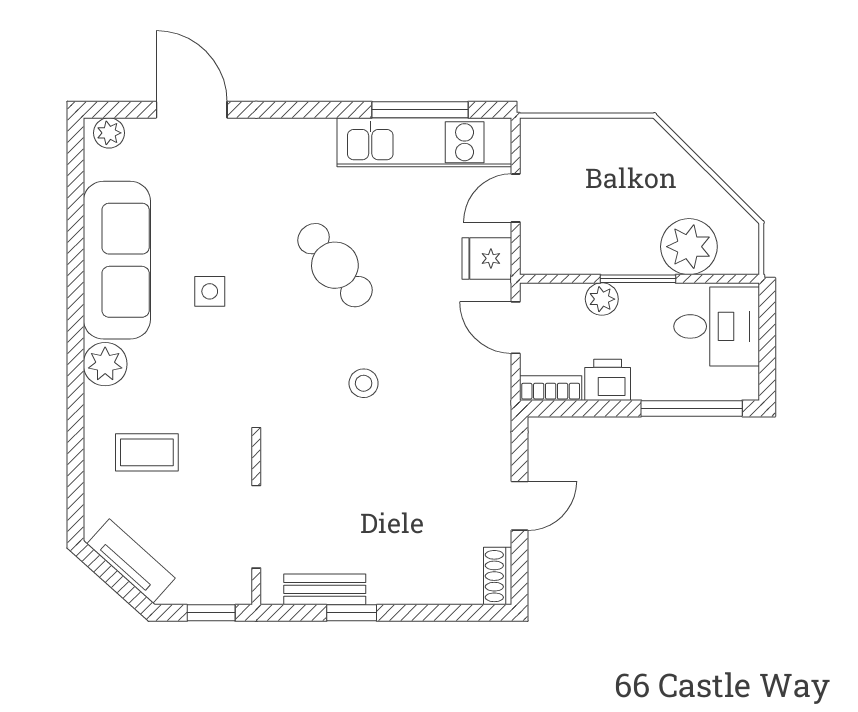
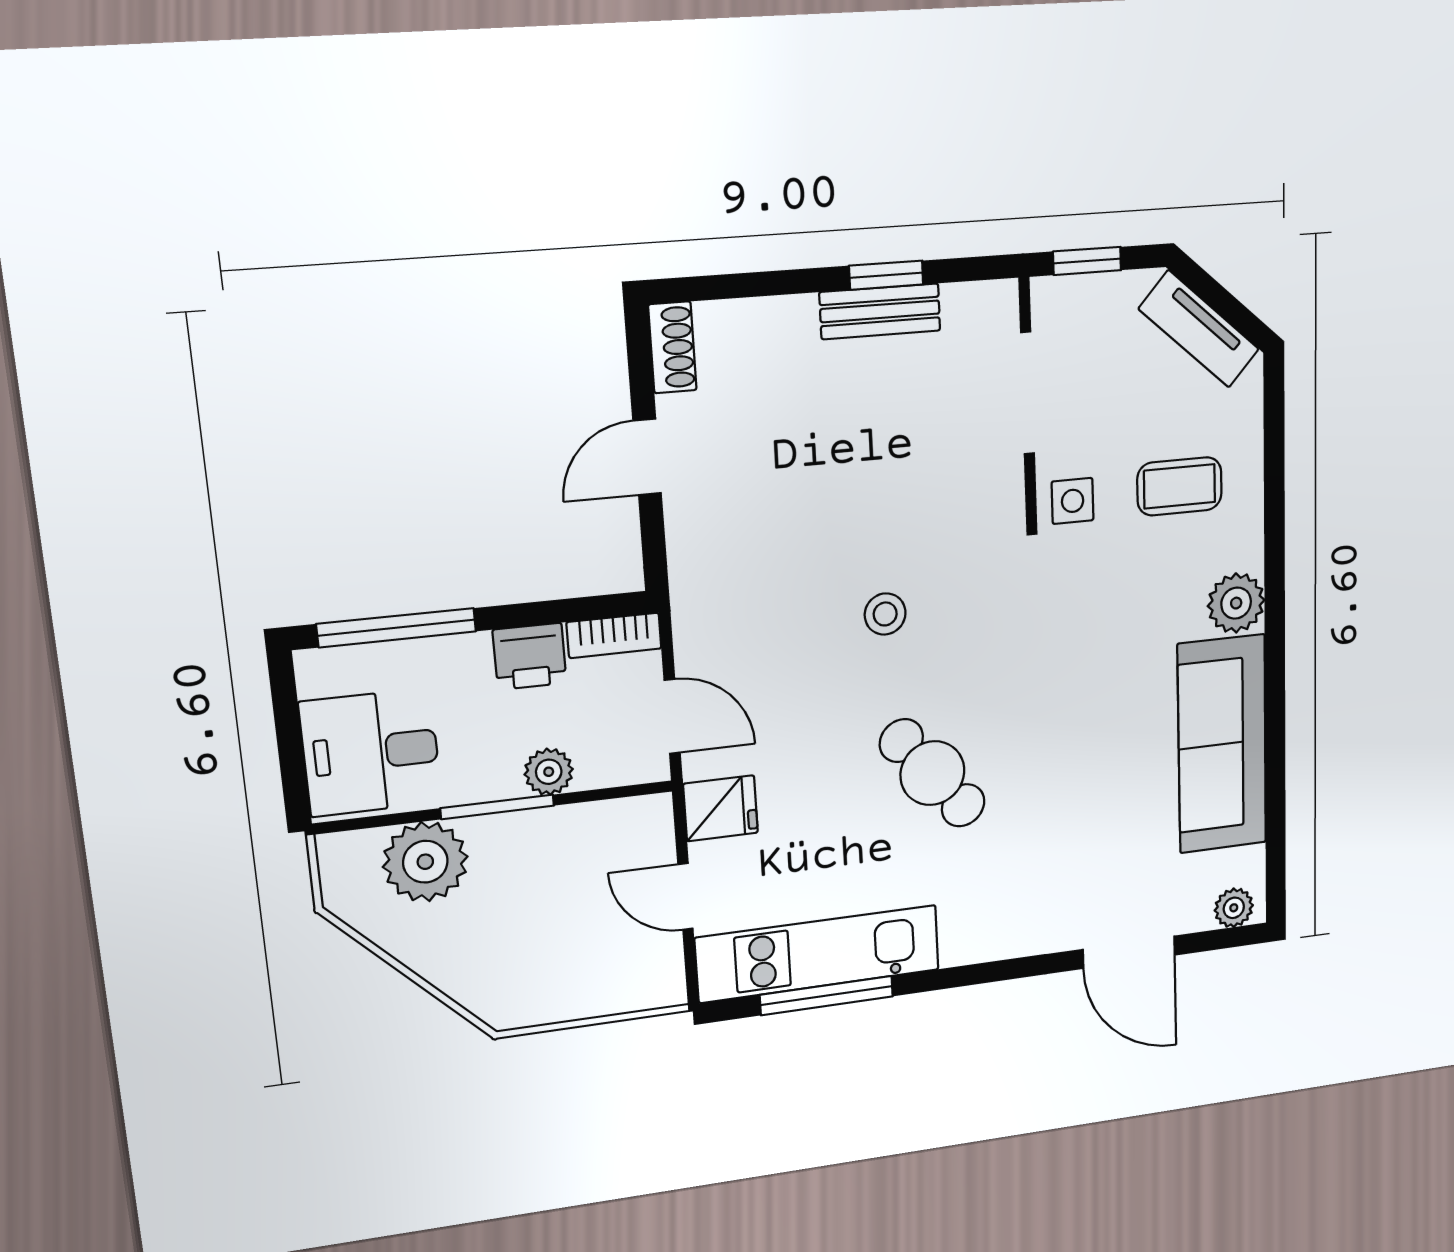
door: (516, 198) -> (685, 896), swing flipped
side table: (210, 291) -> (1073, 501), moved
bench: (325, 589) -> (880, 311), moved

